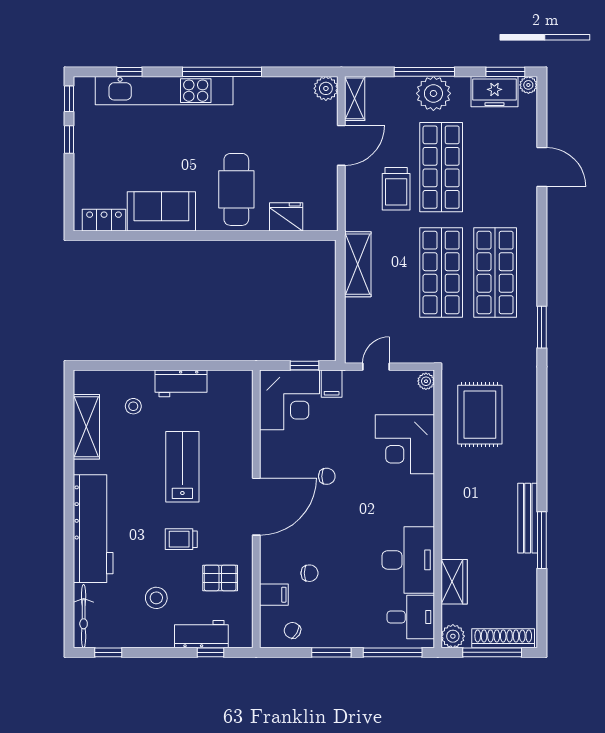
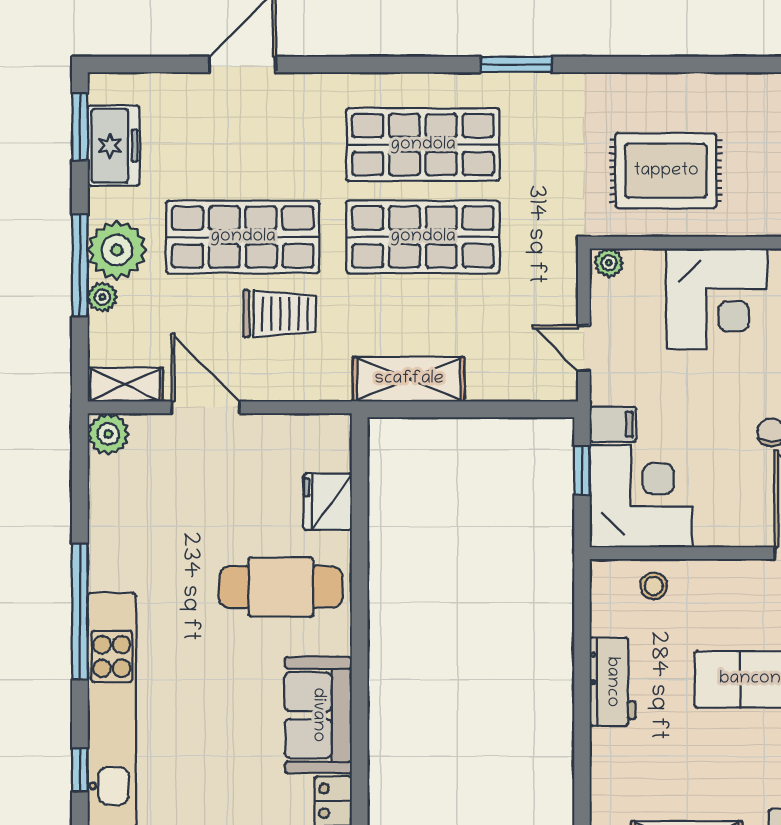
plant: (528, 85) -> (102, 297), moved
stool: (133, 406) -> (654, 586), moved

